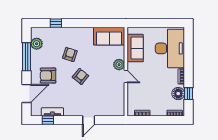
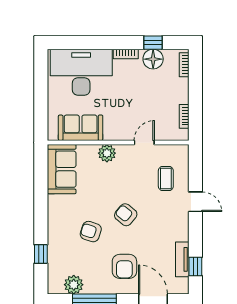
door: (126, 76) -> (144, 142), moved
coffee table: (103, 102) -> (166, 178), added

